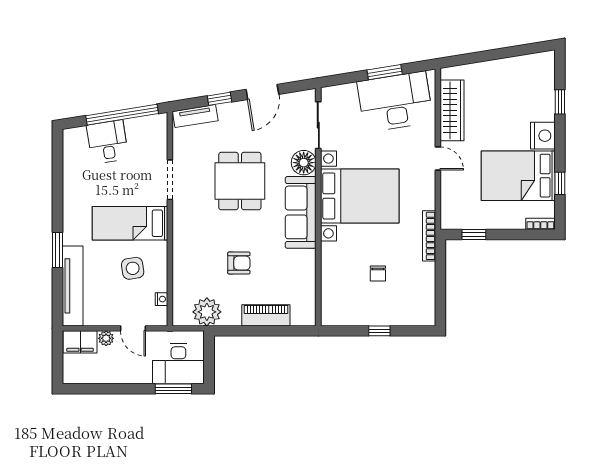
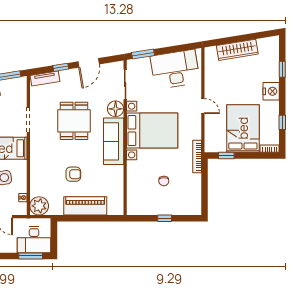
window: (385, 72) -> (143, 54), moved
wardrobe: (452, 110) -> (237, 50), moved, turned 81
bed: (518, 176) -> (243, 128), moved, turned 90
plant: (207, 312) -> (39, 206), moved
piano: (266, 315) -> (85, 206), width x1.37, depth x1.33

